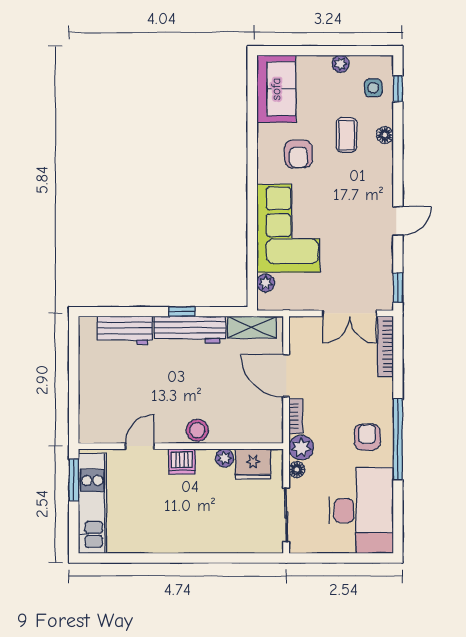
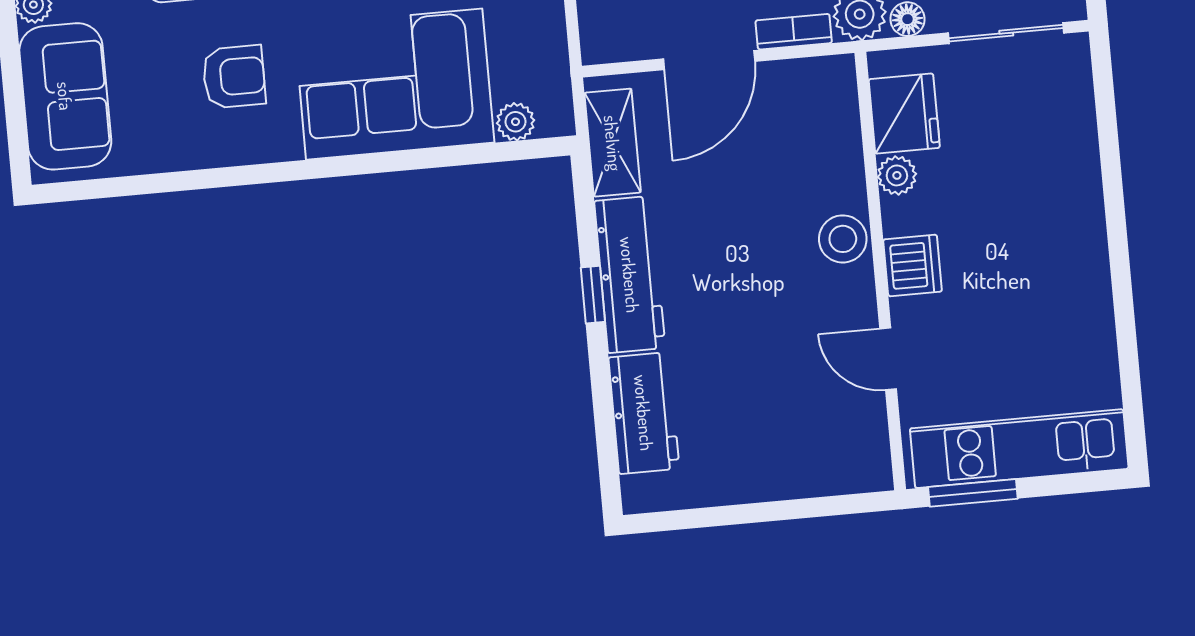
sofa: (276, 89) -> (65, 96), moved, turned 90

